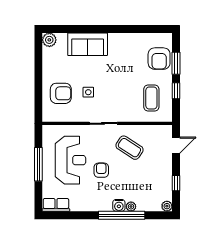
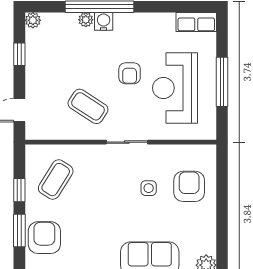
armchair: (61, 93) -> (189, 186), turned 90
coffee table: (151, 98) -> (56, 180), turned 32

